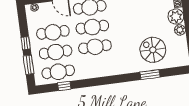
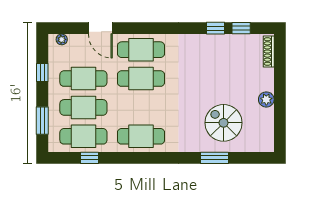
plant: (176, 16) -> (263, 79), removed
window: (26, 43) -> (42, 73), moved
cafe table: (95, 47) -> (141, 136), moved

